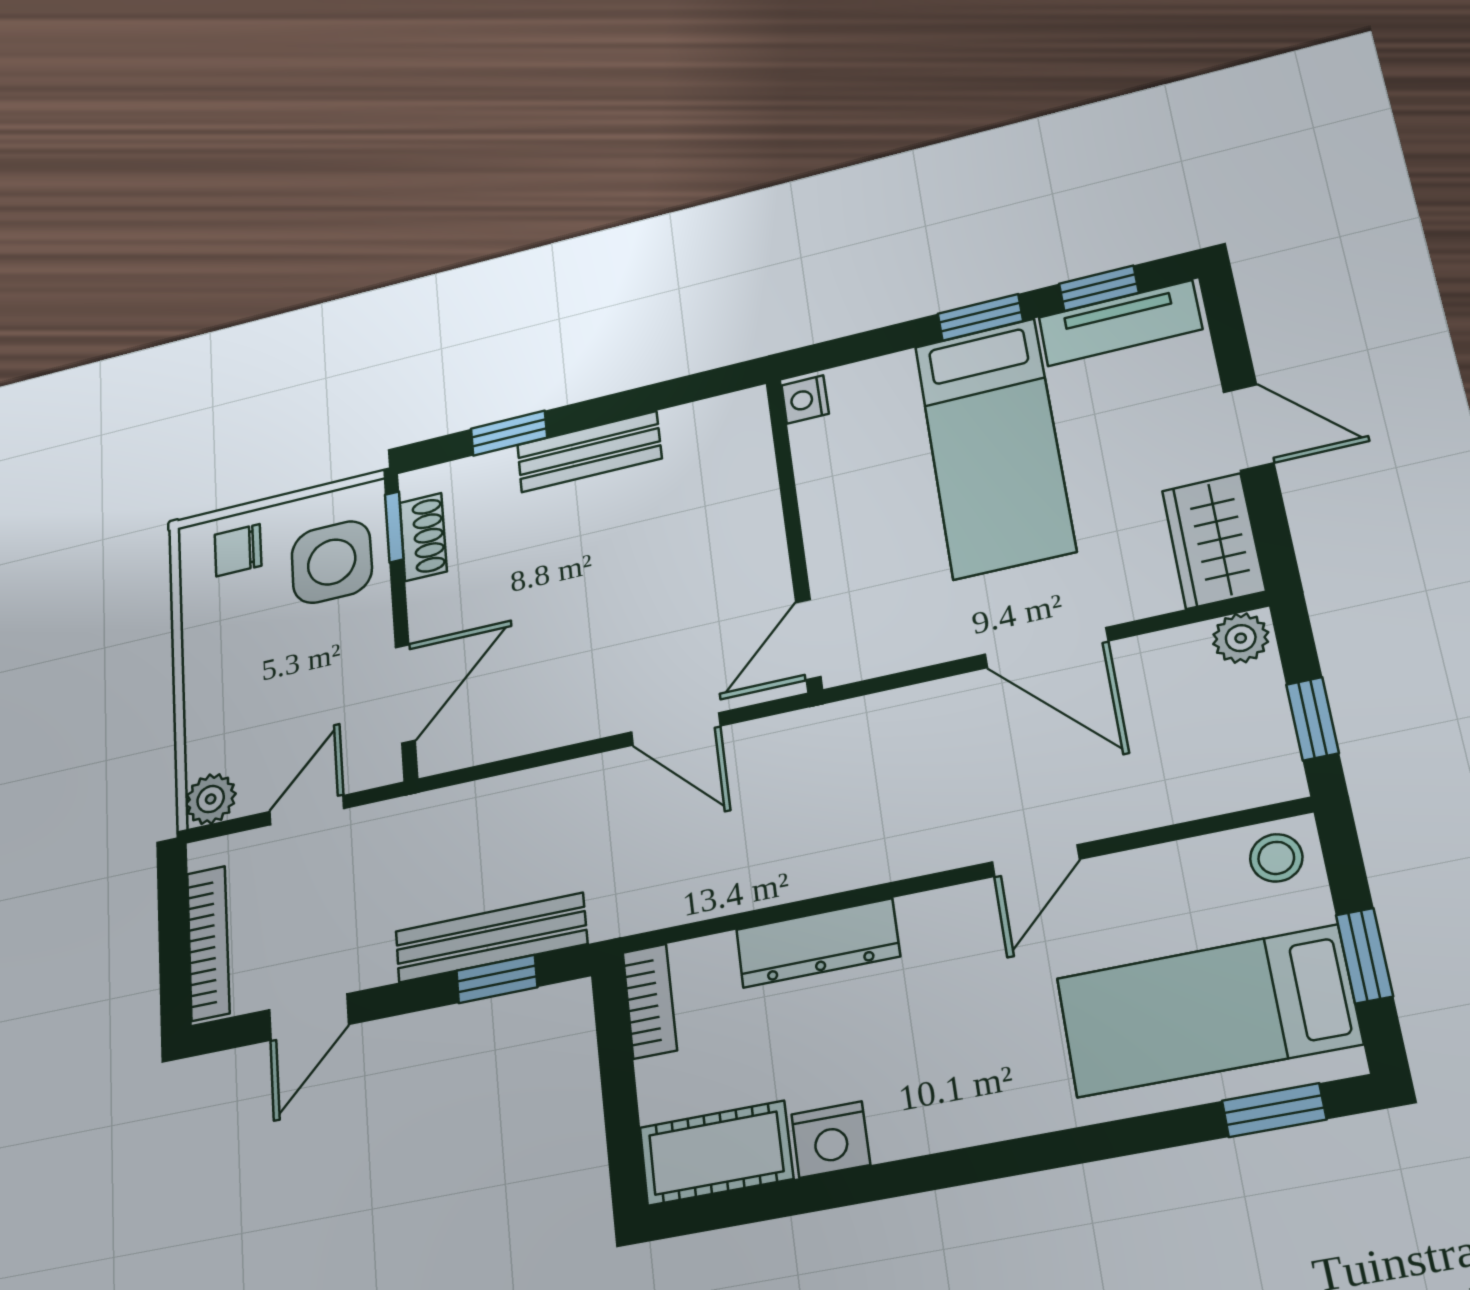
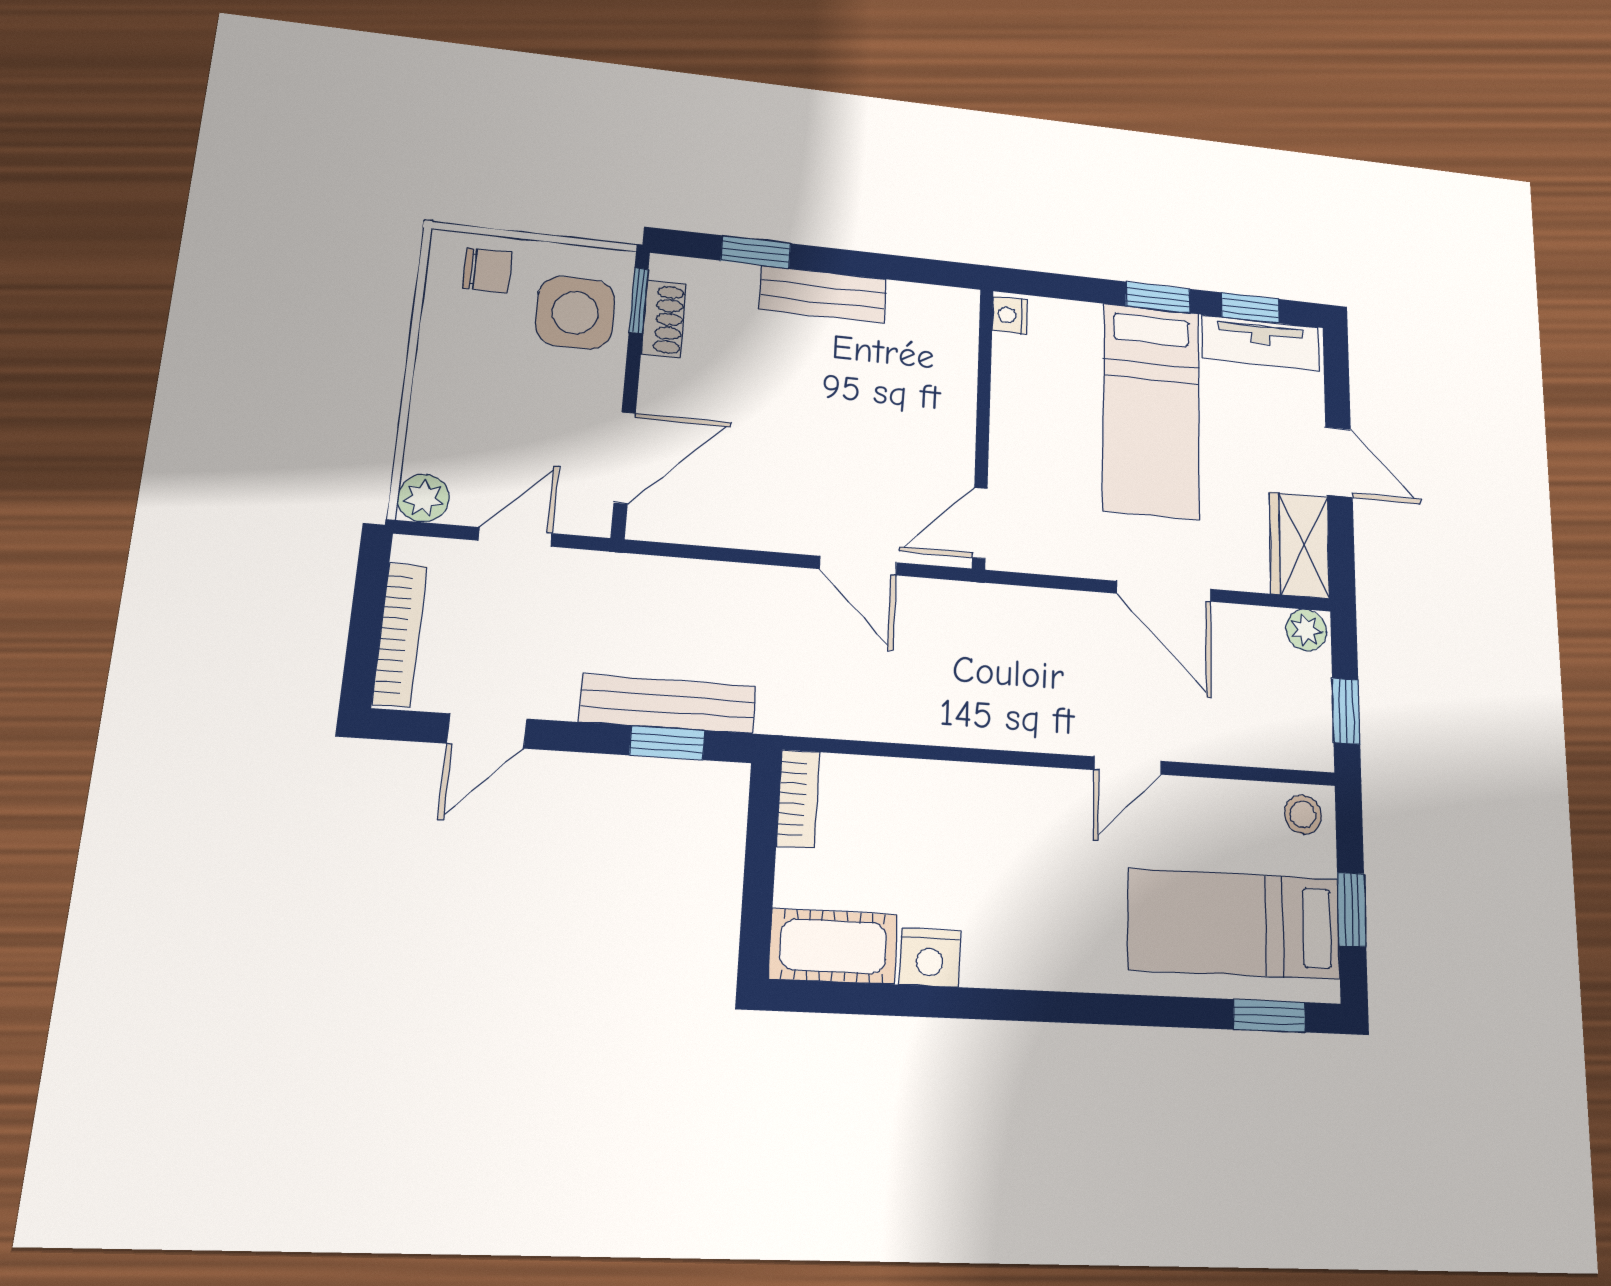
chair: (238, 550) -> (487, 270), turned 180
dresser: (818, 943) -> (946, 786), removed

